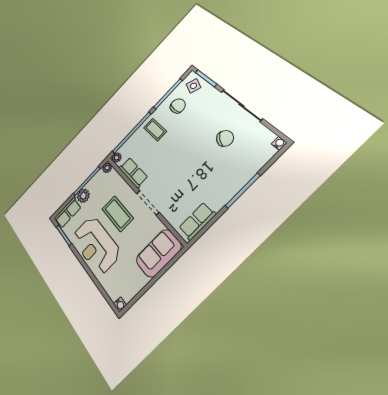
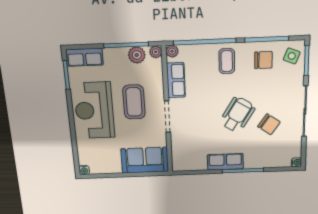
wheelchair: (195, 154) -> (237, 115), added
plant: (83, 196) -> (137, 55), moved
row of seats: (197, 221) -> (225, 162), moved

